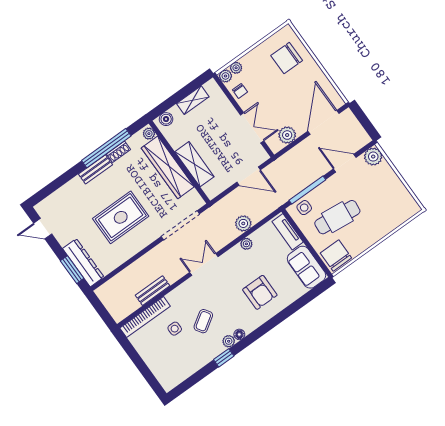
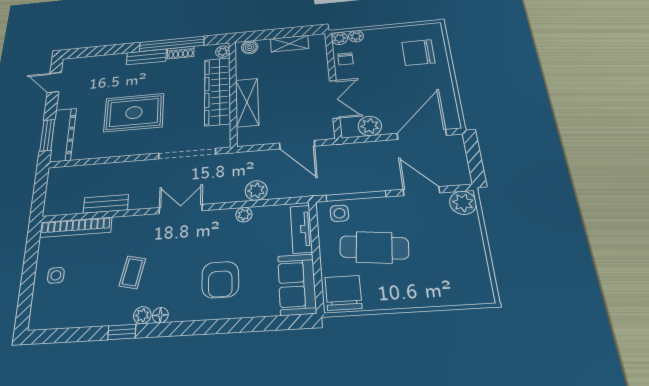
coffee table: (203, 321) -> (132, 272), turned -44
side table: (175, 329) -> (56, 275), moved

